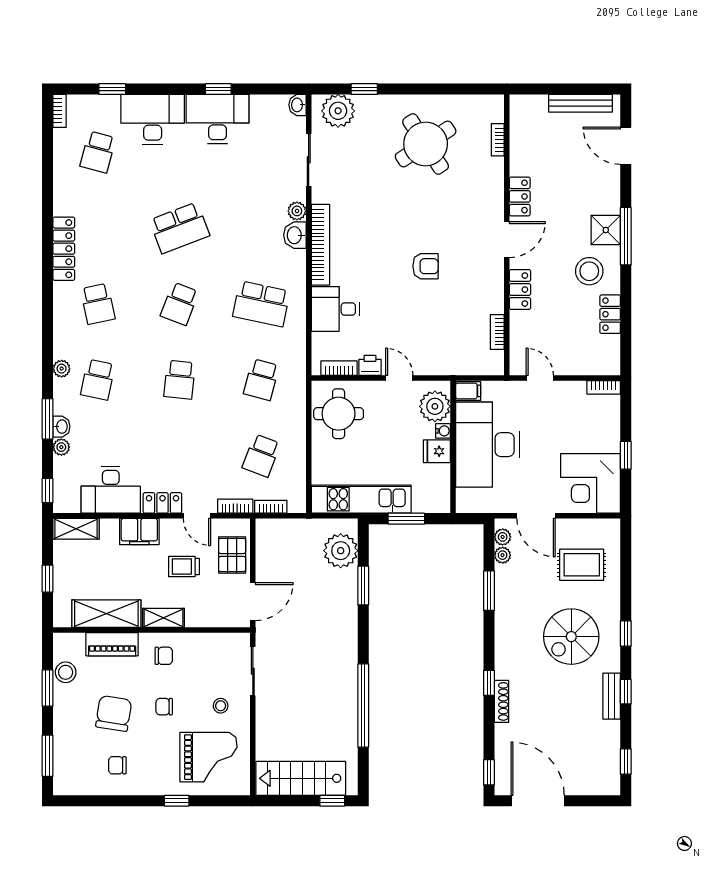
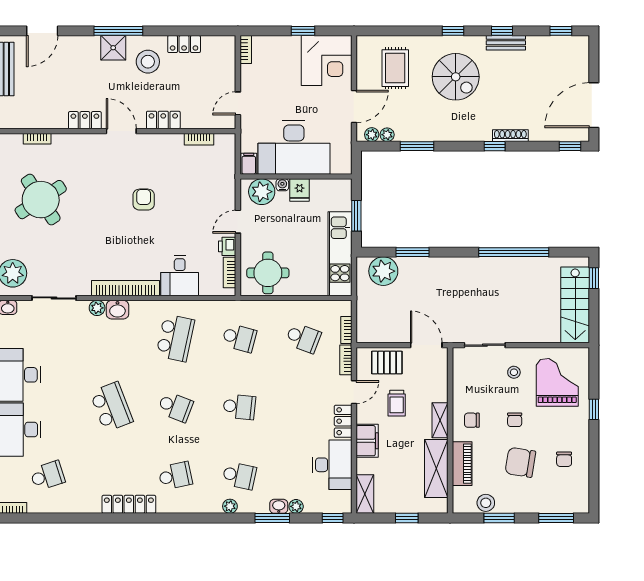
school desk: (98, 152) -> (47, 476), turned -33
chair: (164, 656) -> (472, 420), turned -90

